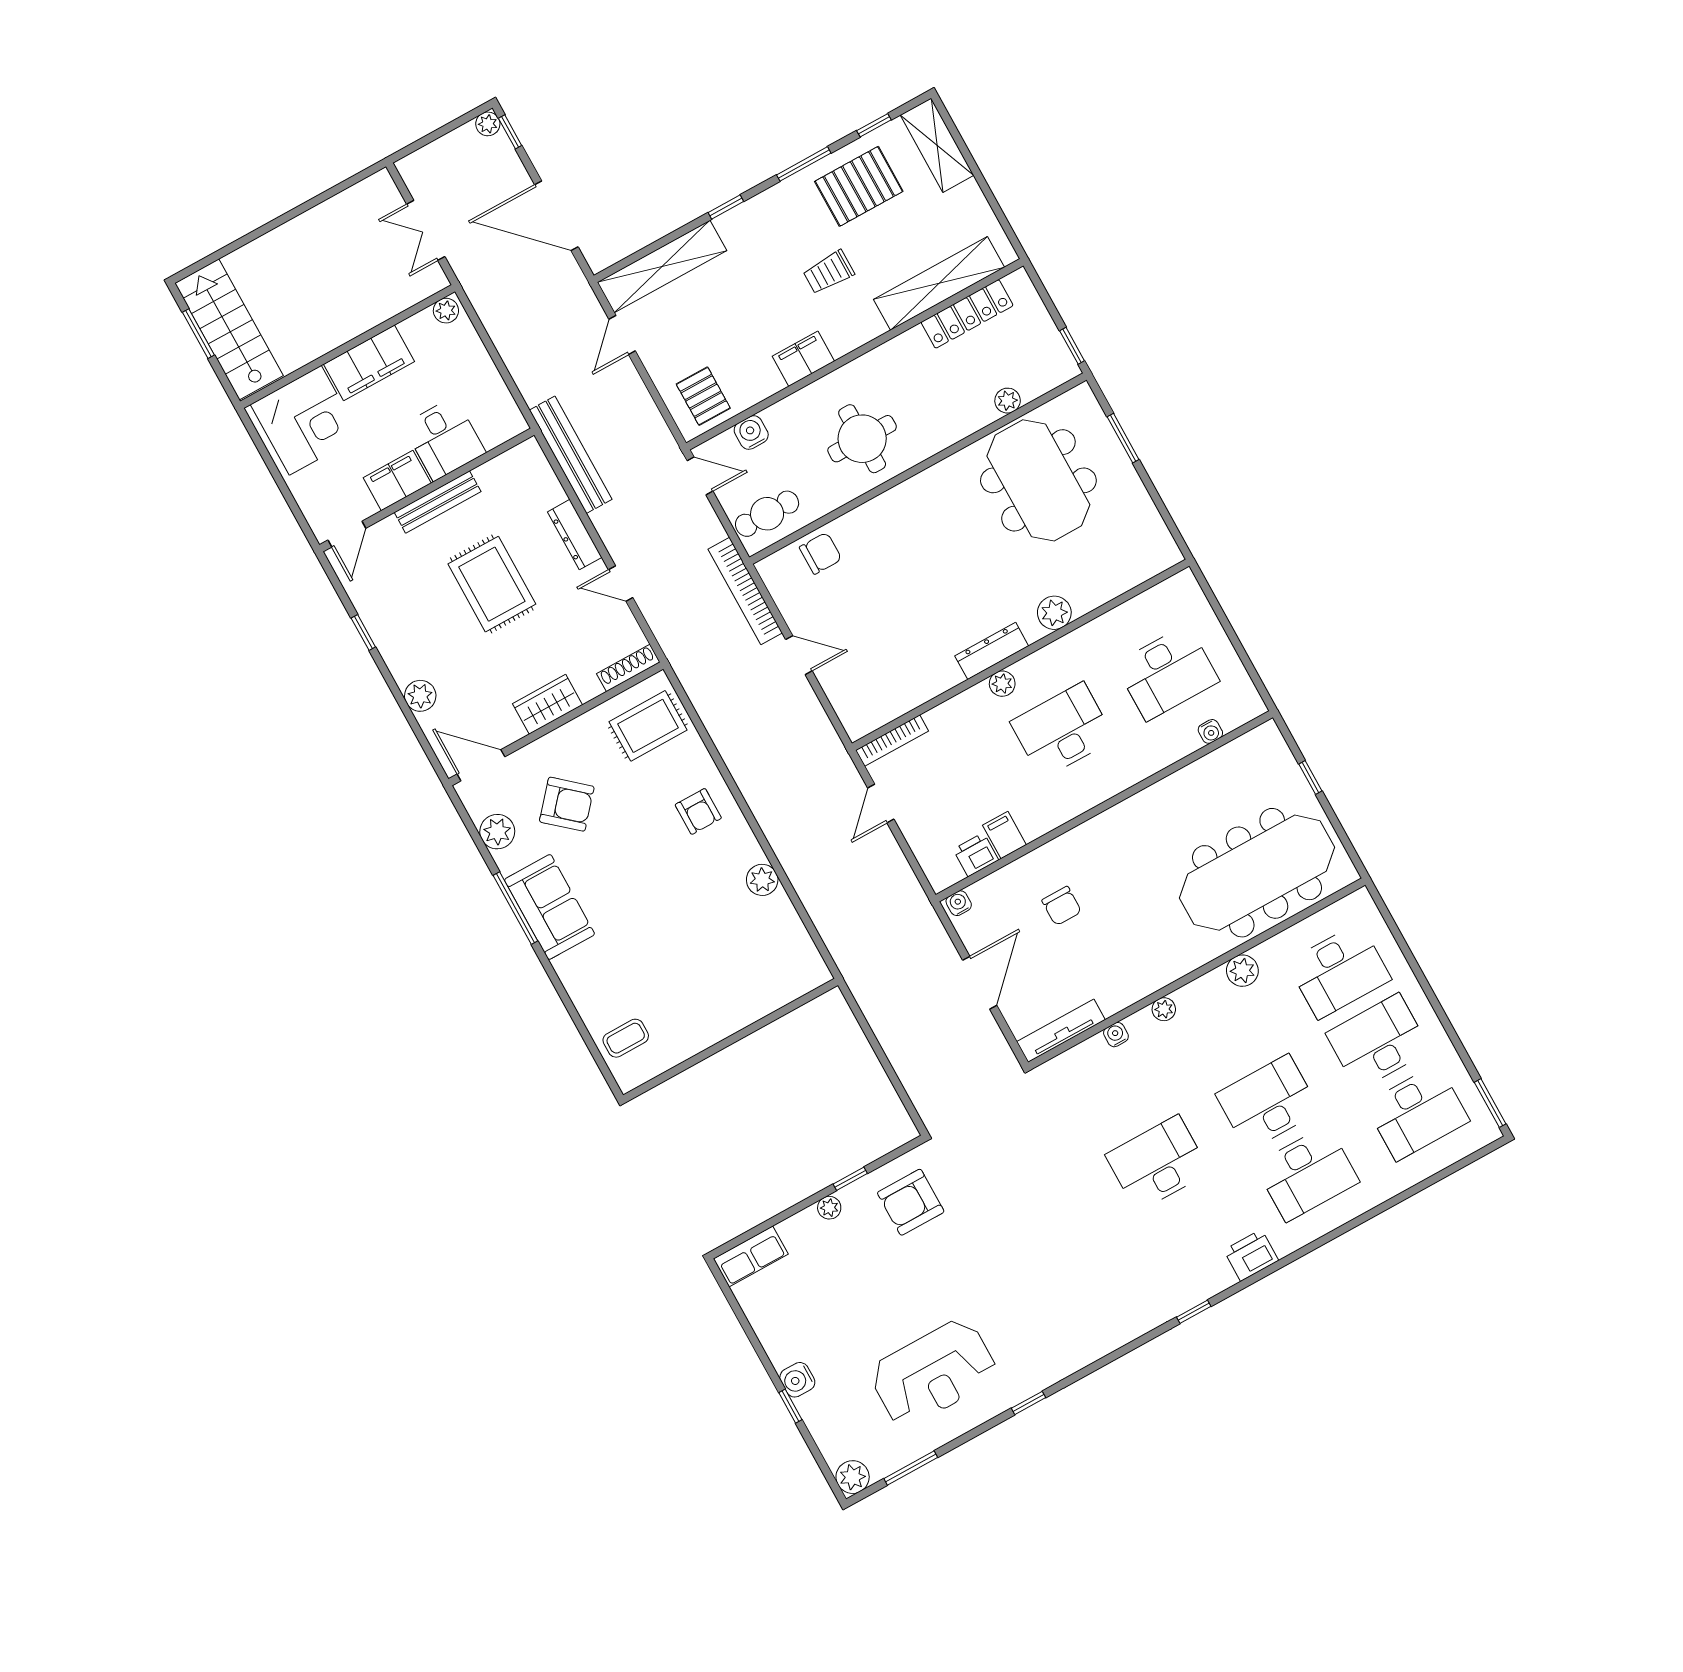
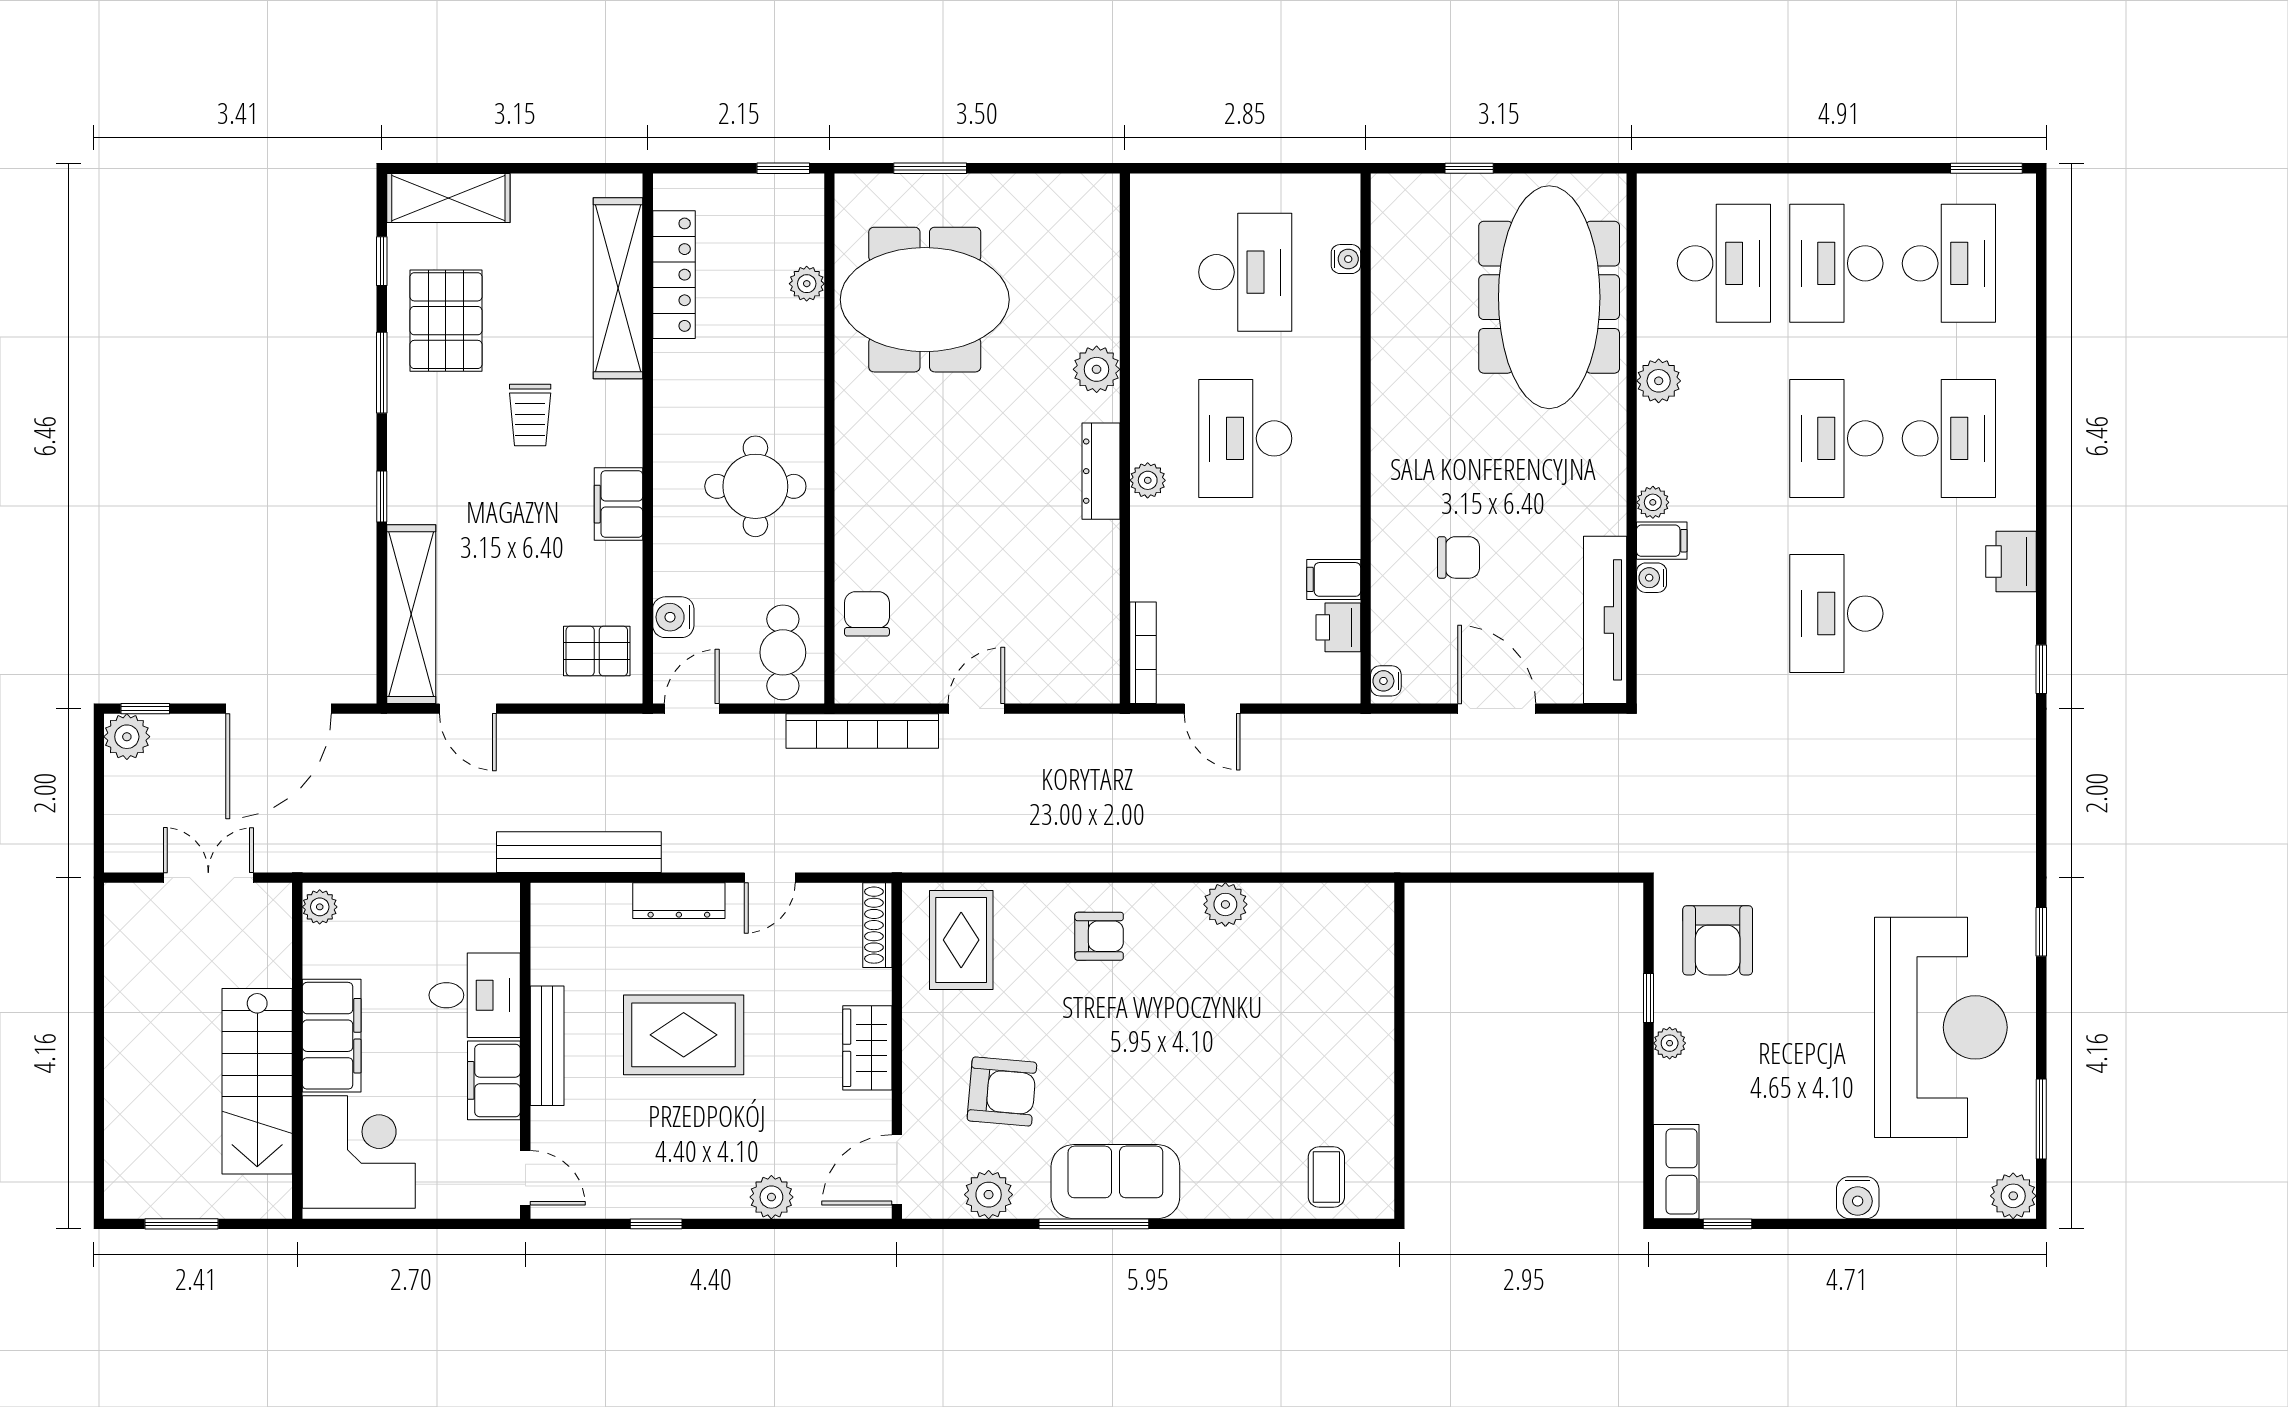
plant: (488, 124) -> (127, 737), width x1.38, depth x1.38
double door: (426, 230) -> (208, 878), swing flipped
stairs: (229, 329) -> (257, 1081), moved, turned -90
armchair: (567, 804) -> (1002, 1092), turned 54
filing cabinet: (1143, 1028) -> (1662, 541), added
tv unit: (1061, 1031) -> (1605, 620), width x1.36, depth x1.29
reception desk: (933, 1373) -> (1941, 1027), width x1.36, depth x1.30
window: (790, 1406) -> (1727, 1224), moved

